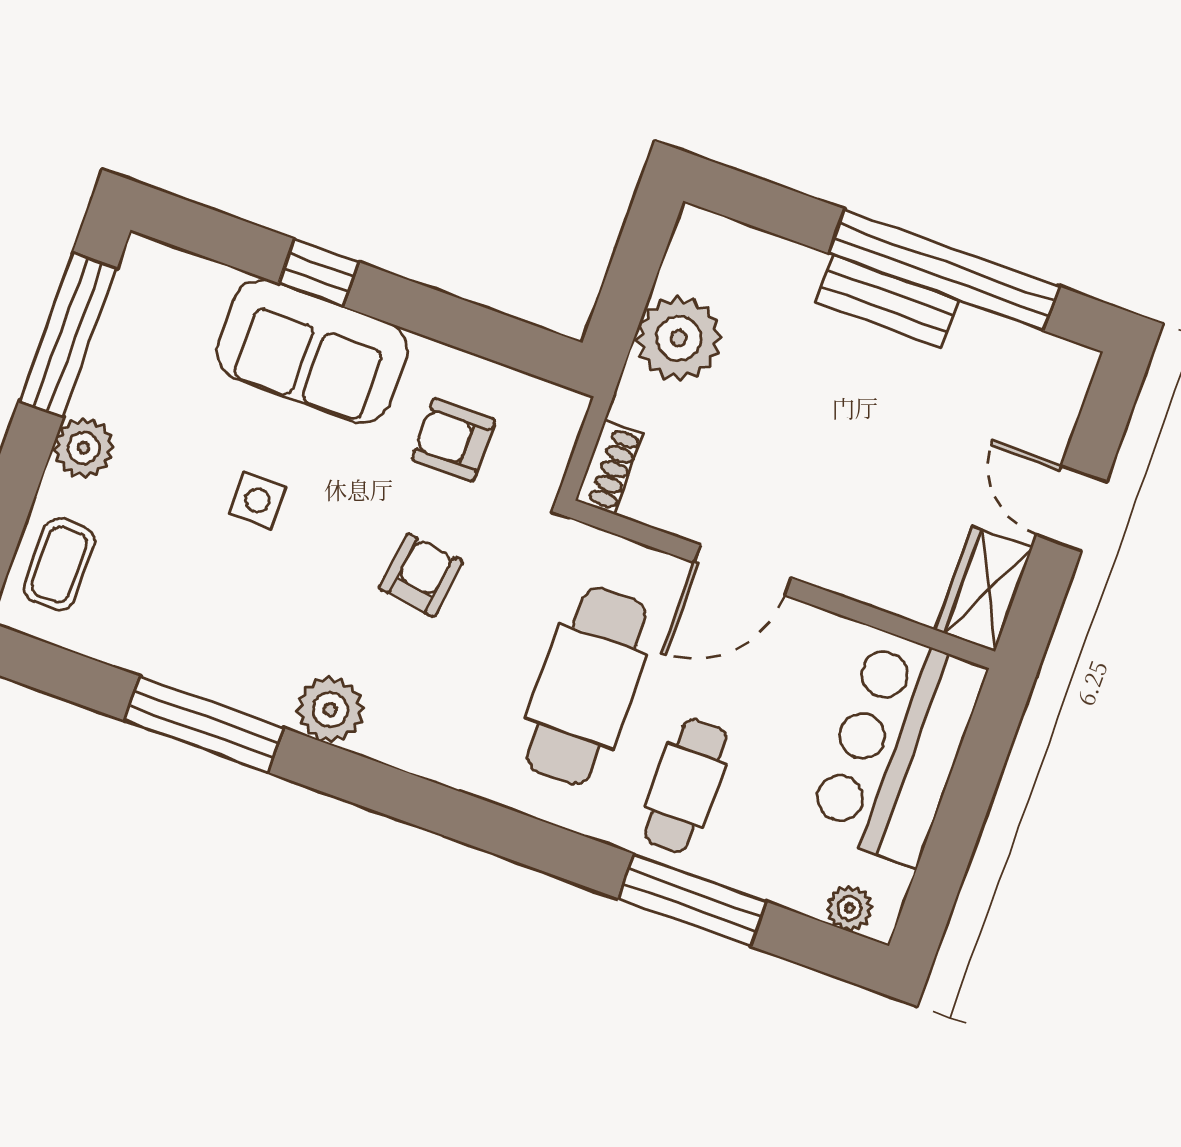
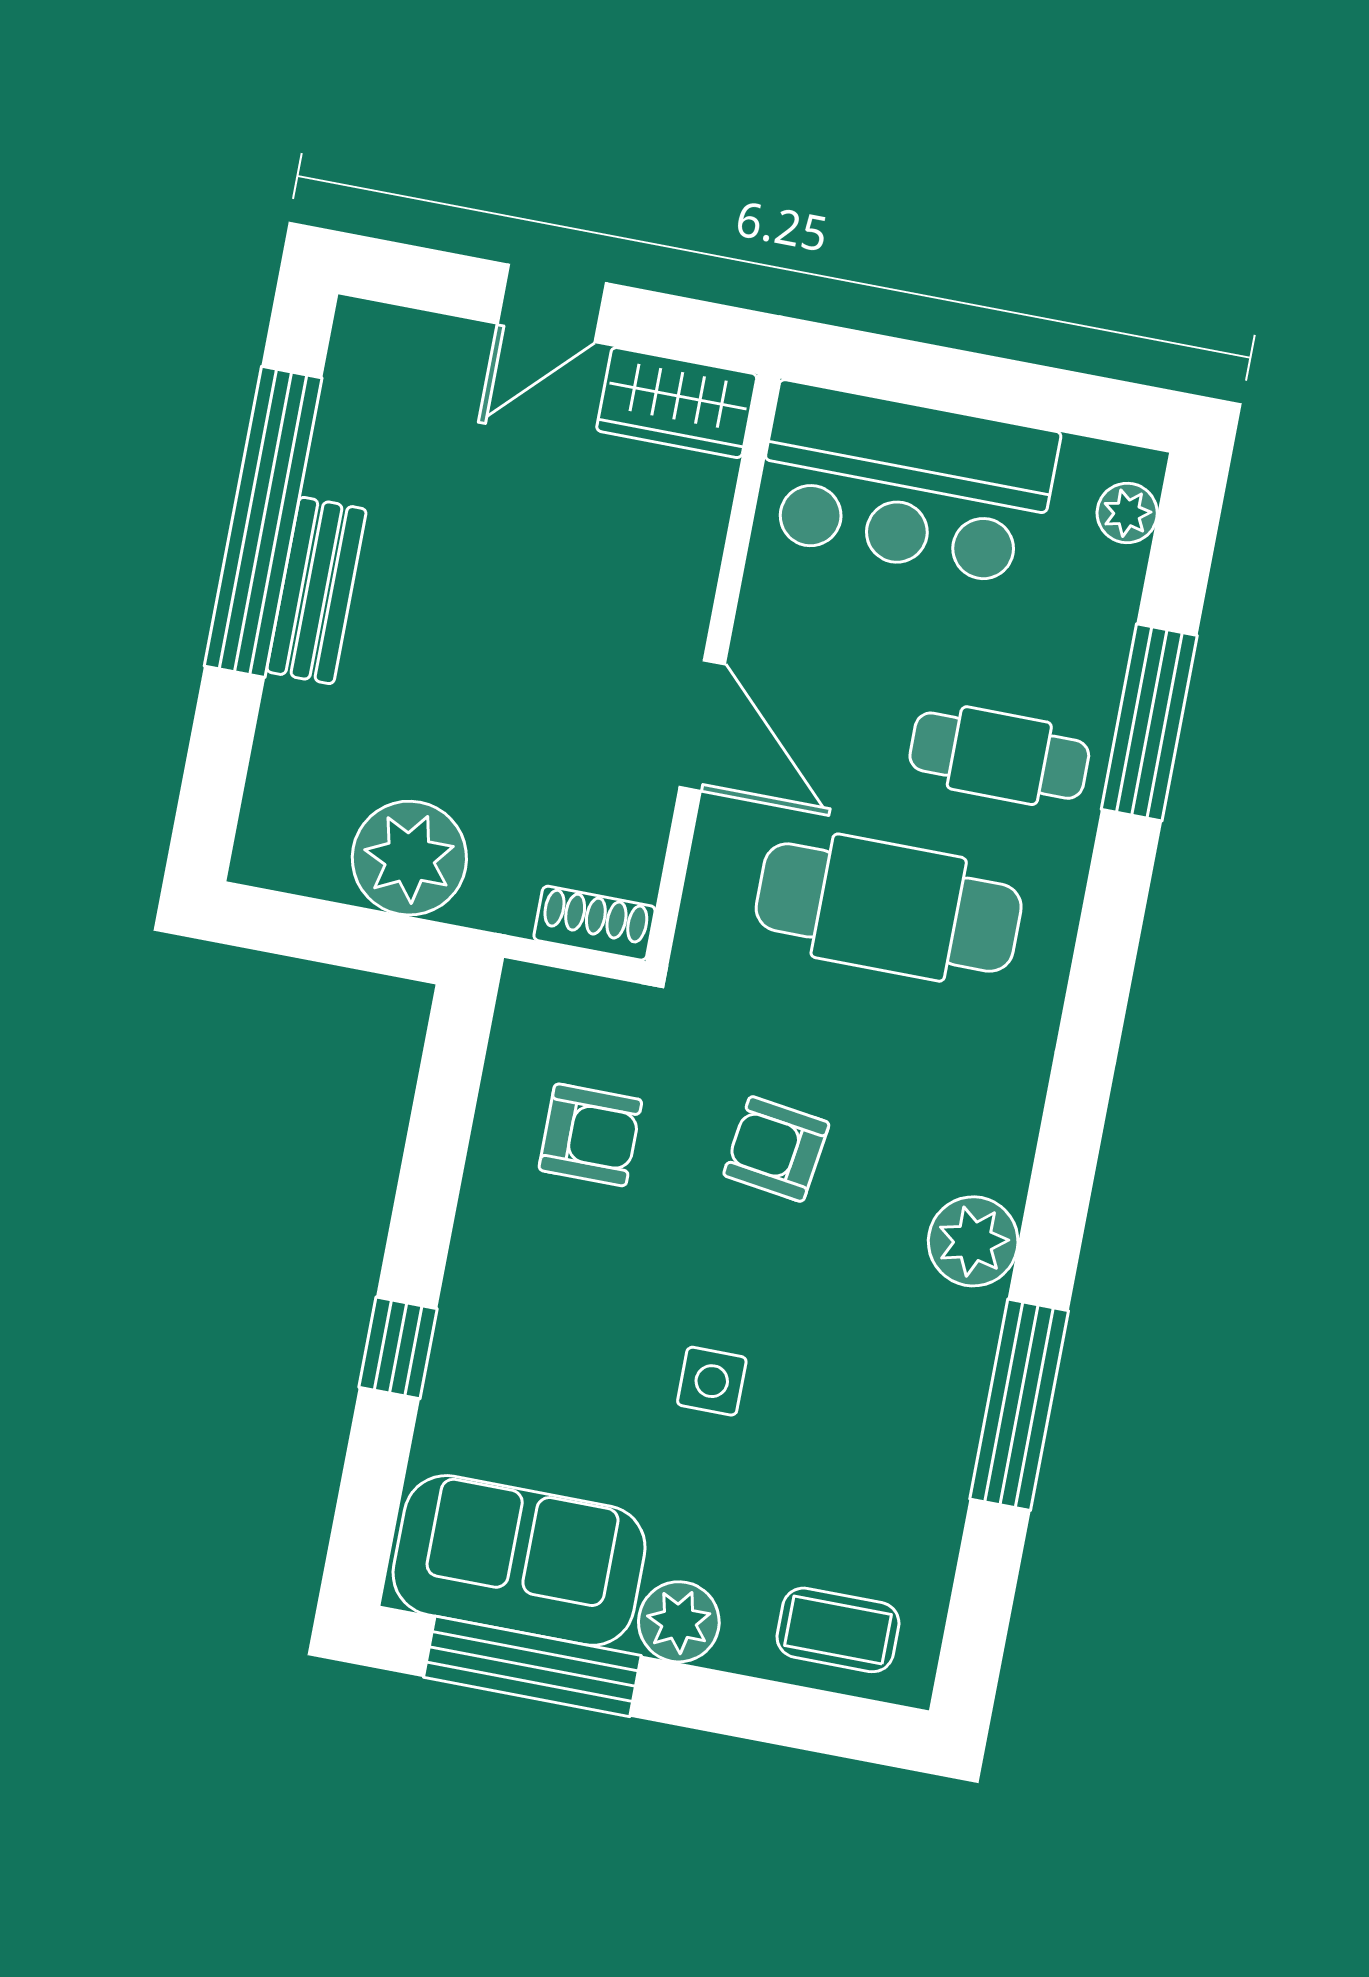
sofa: (312, 351) -> (519, 1560), moved, turned -90
armchair: (453, 440) -> (590, 1135), turned -90

